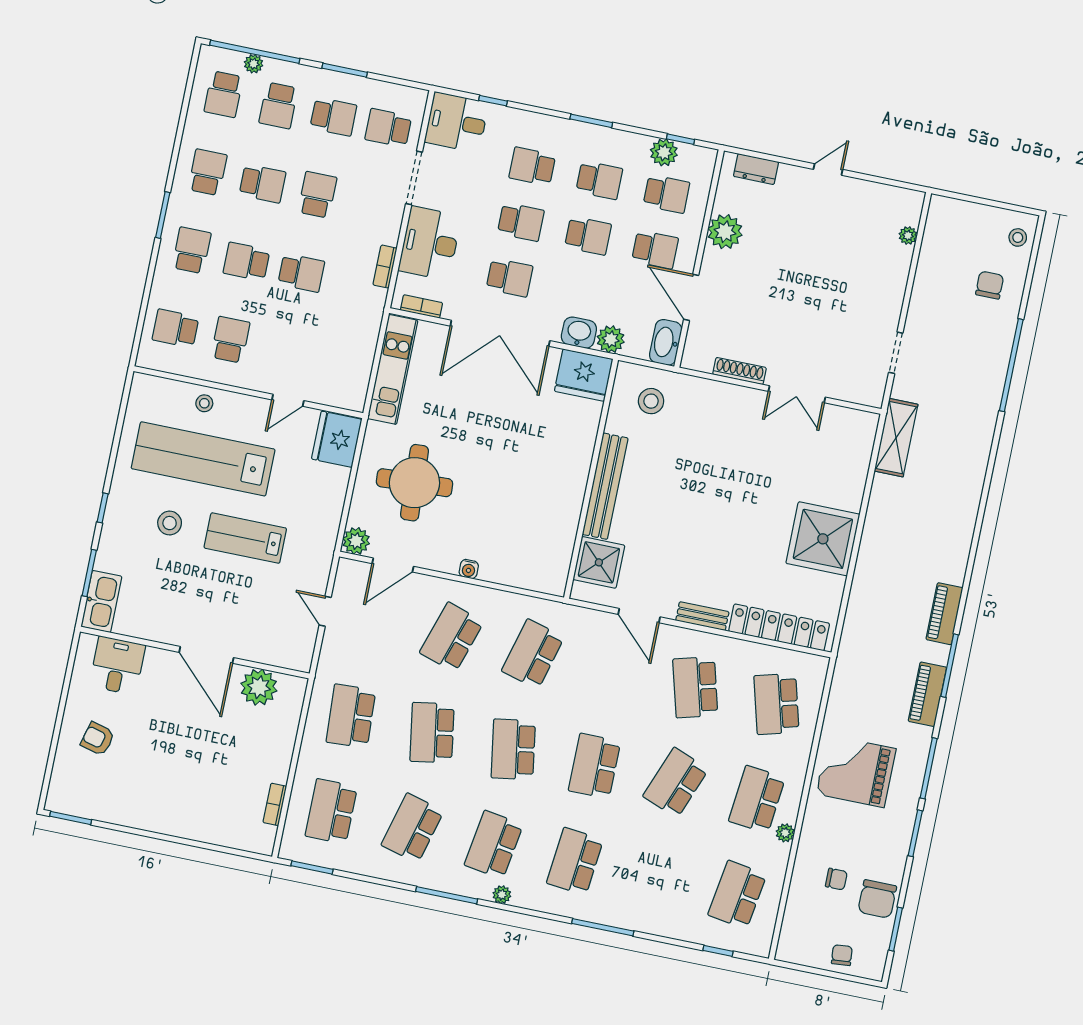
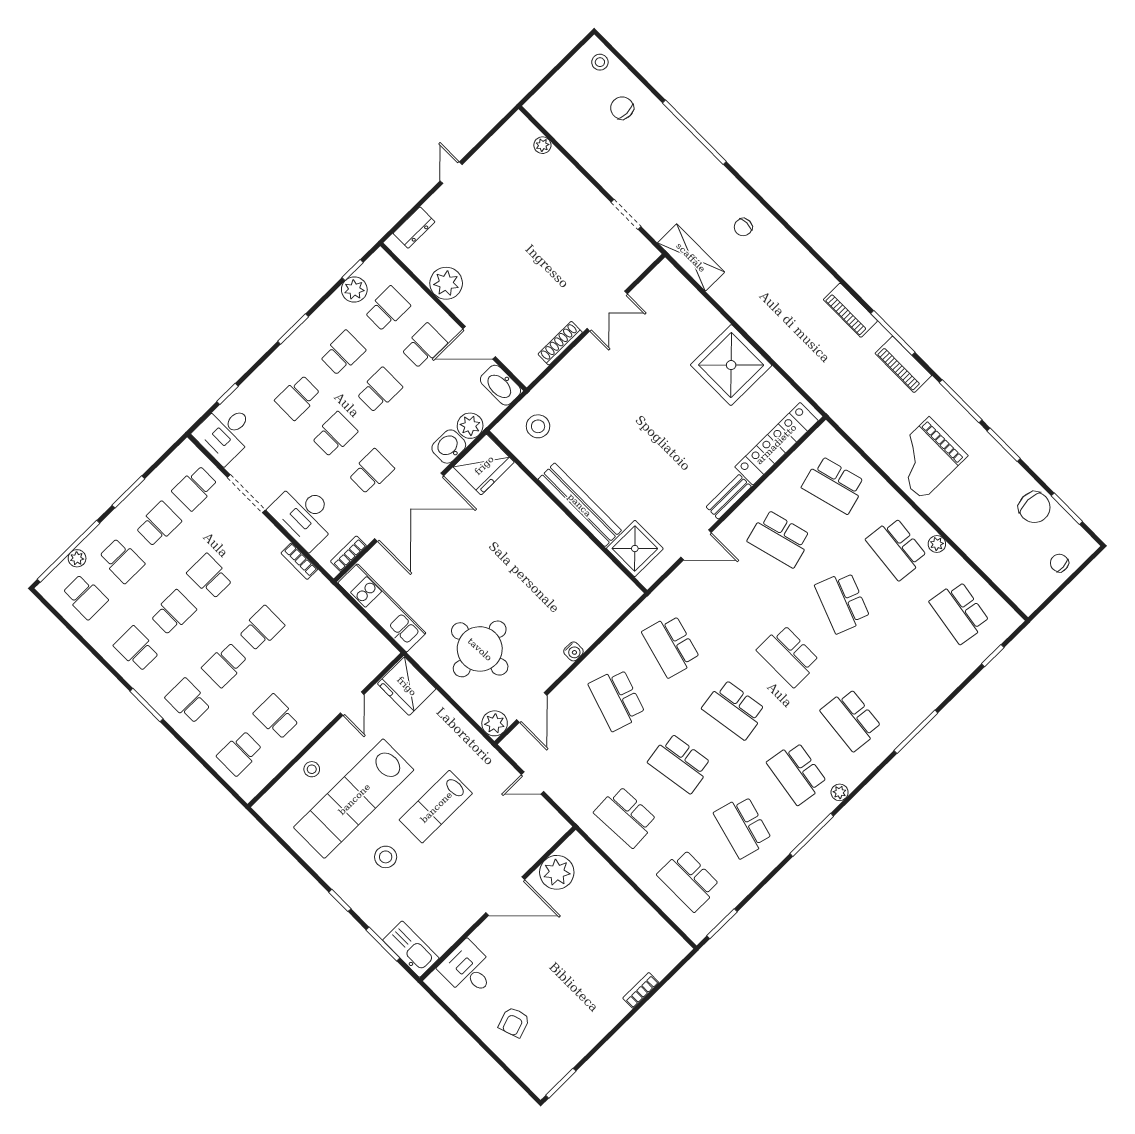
armchair: (98, 739) -> (514, 1022), turned -34
bookcase: (275, 804) -> (641, 990), moved, turned 90
chair: (836, 879) -> (743, 227), moved, turned 180

